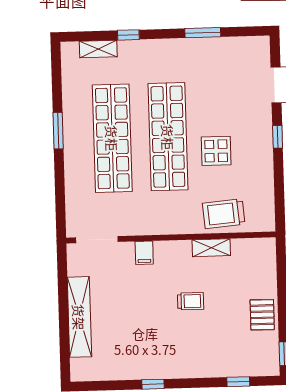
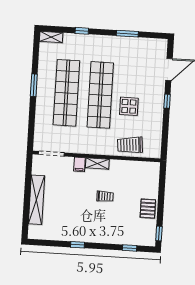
shelving: (98, 49) -> (51, 37), moved
shelving: (211, 248) -> (97, 164), moved

